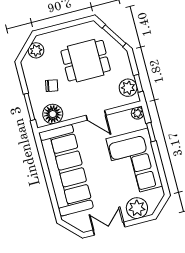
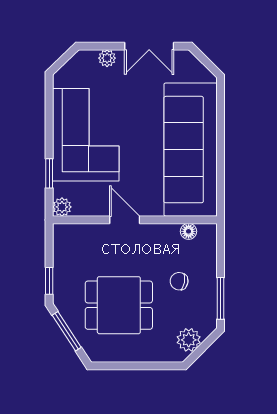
window: (138, 83) -> (49, 281), moved
plant: (128, 88) -> (66, 248), removed
window: (29, 107) -> (221, 298), moved
floor lamp: (53, 114) -> (189, 231), width x0.53, depth x0.53
plant: (137, 208) -> (107, 58), width x0.53, depth x0.53

